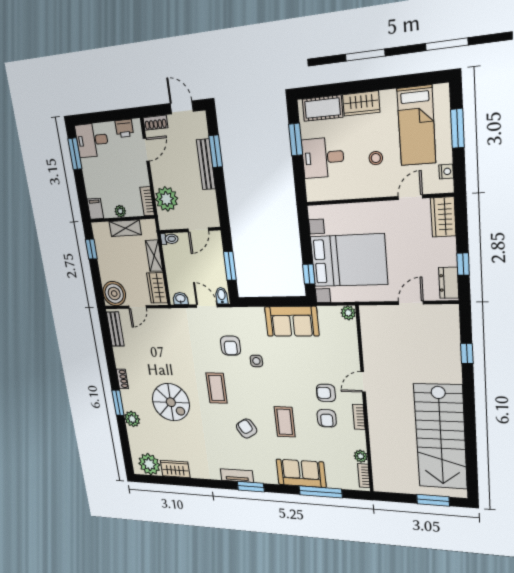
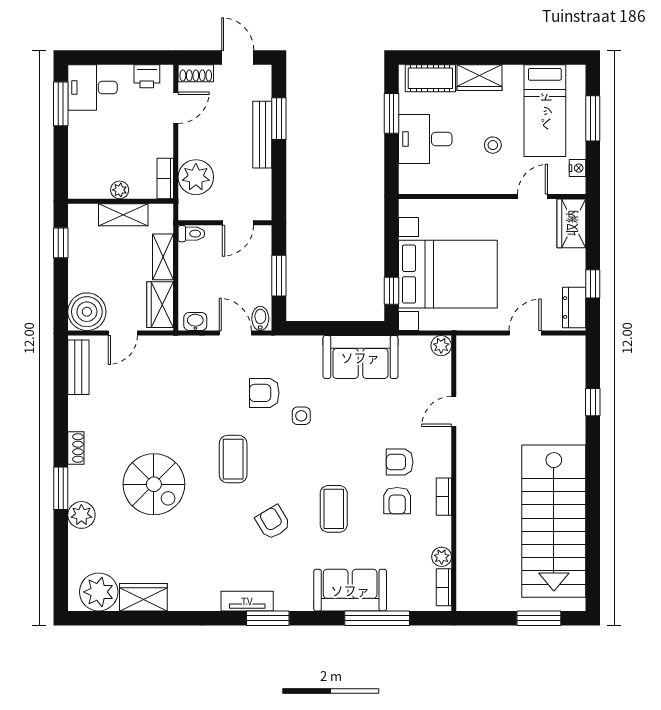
filing cabinet: (95, 209) -> (79, 184), removed
armchair: (231, 346) -> (264, 393), turned 90
door: (363, 382) -> (454, 411), moved

